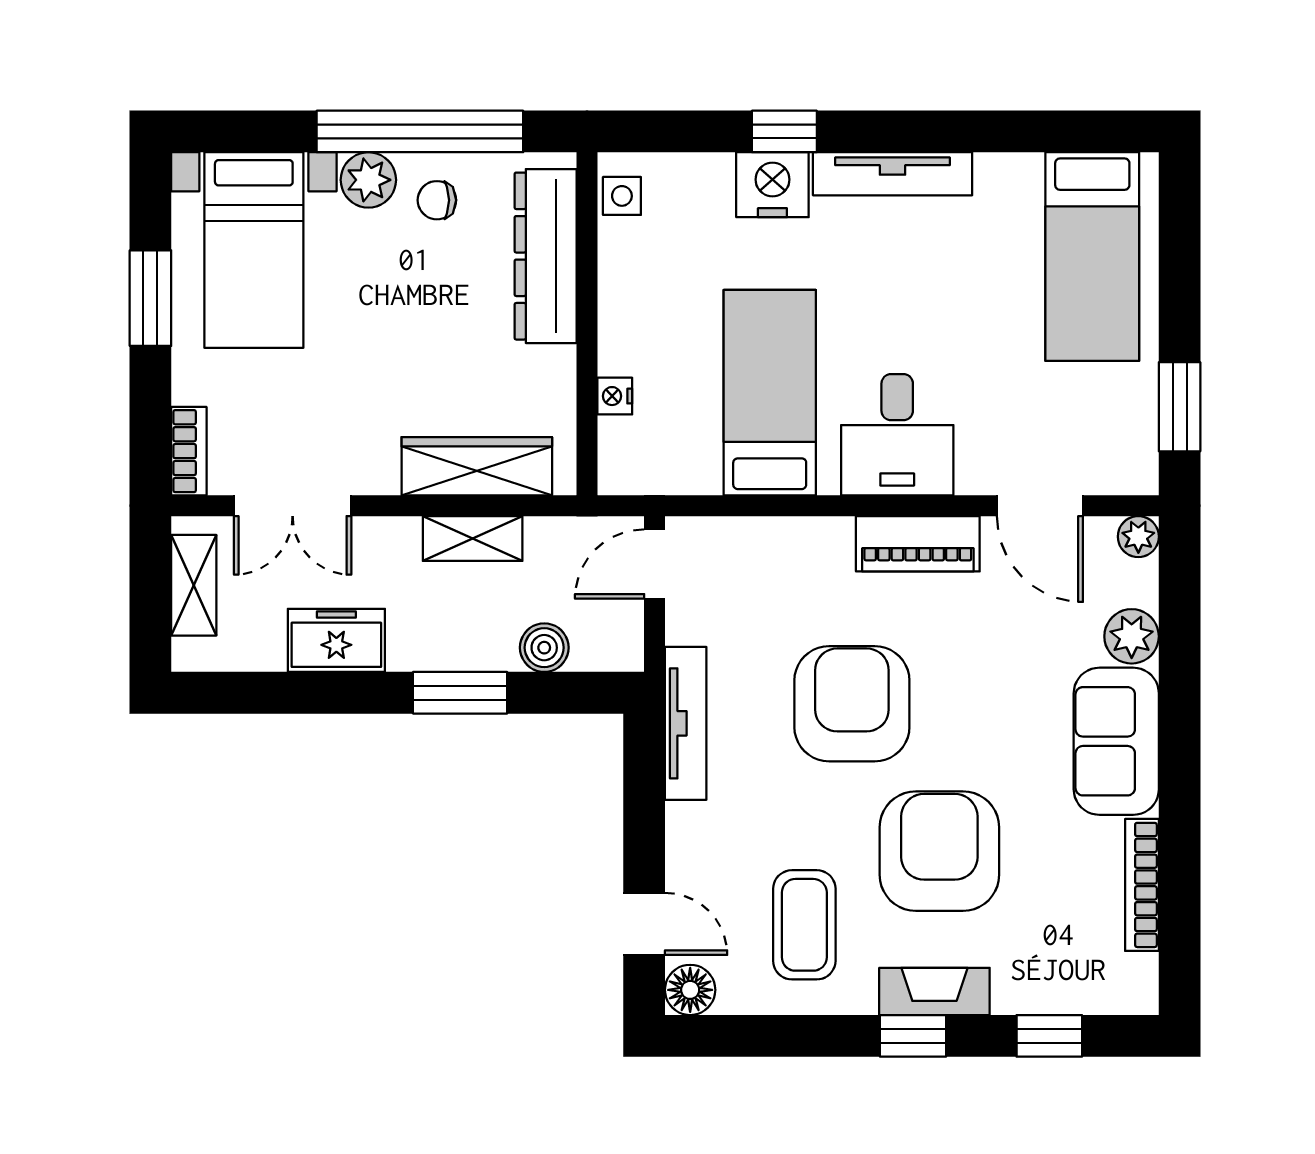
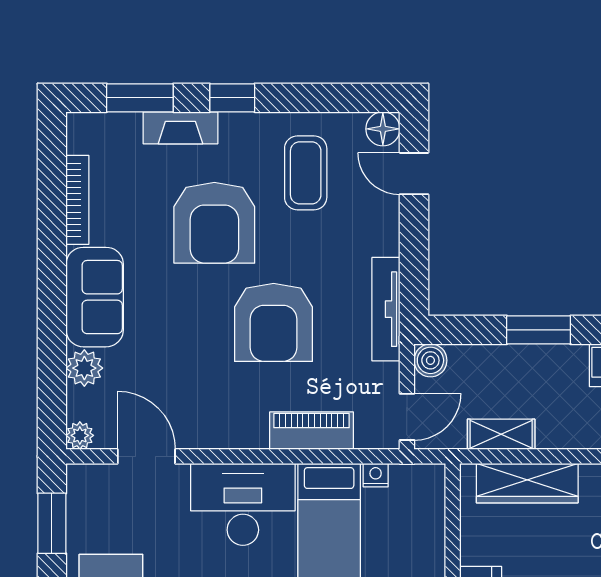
nightstand: (615, 396) -> (376, 475), moved, turned -90
desk: (897, 435) -> (243, 504), width x1.37
shelving: (473, 538) -> (501, 434), moved
piano: (918, 544) -> (312, 431), moved
boiler: (544, 648) -> (430, 360), moved
fireplace: (934, 991) -> (180, 128), moved
window: (1049, 1036) -> (140, 98), width x1.50

